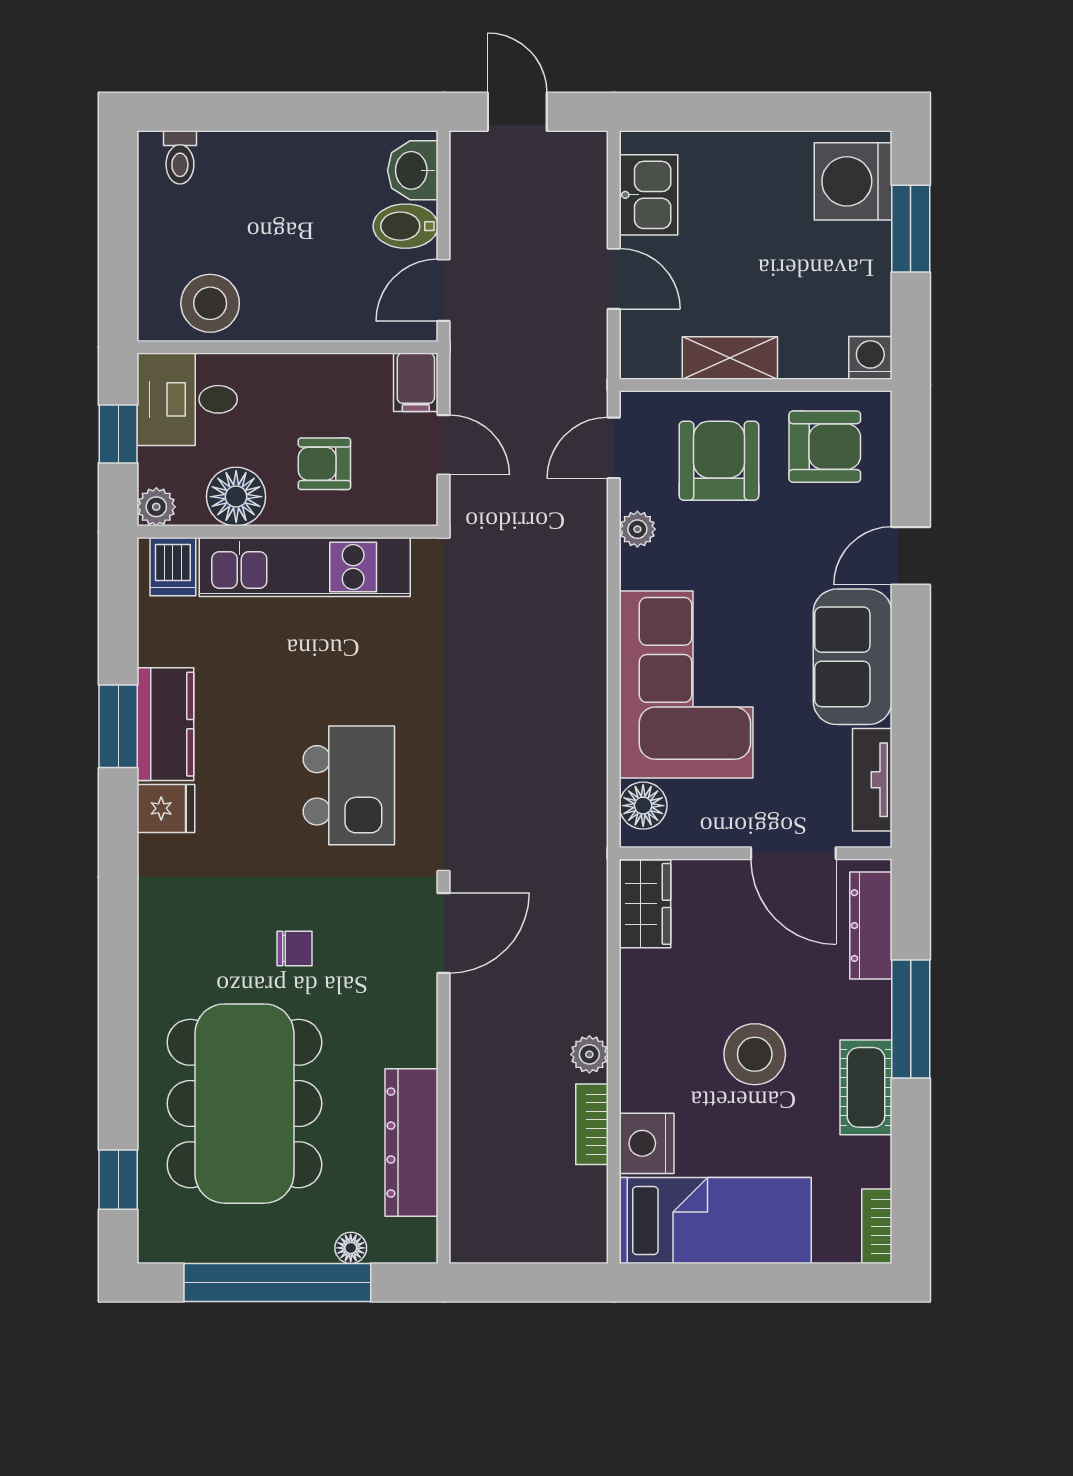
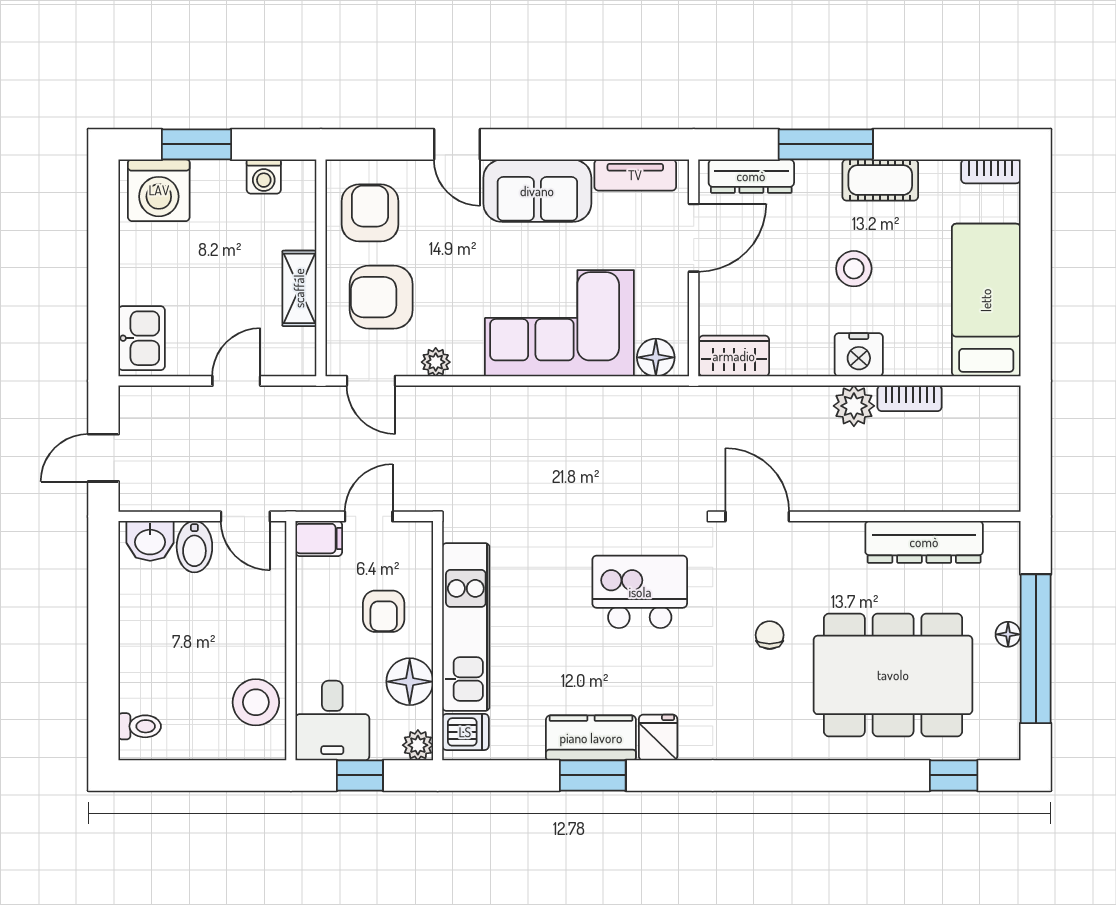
kitchen sink: (649, 195) -> (142, 338), moved, turned 90
washing machine: (870, 358) -> (264, 177), moved, turned -90
plant: (589, 1054) -> (854, 406), width x1.38, depth x1.38
stool: (755, 1054) -> (854, 269), width x0.73, depth x0.73
nightstand: (647, 1143) -> (859, 355), moved
floor lamp: (351, 1248) -> (1008, 634), moved

